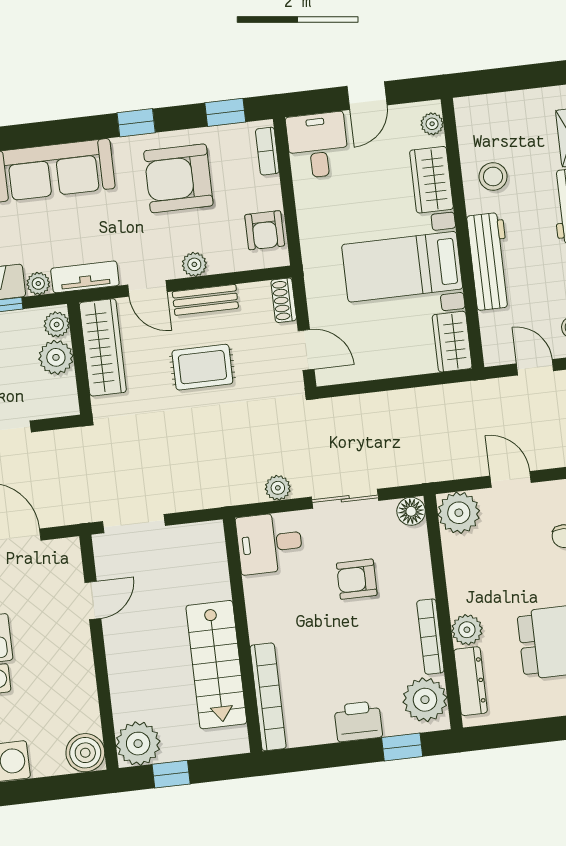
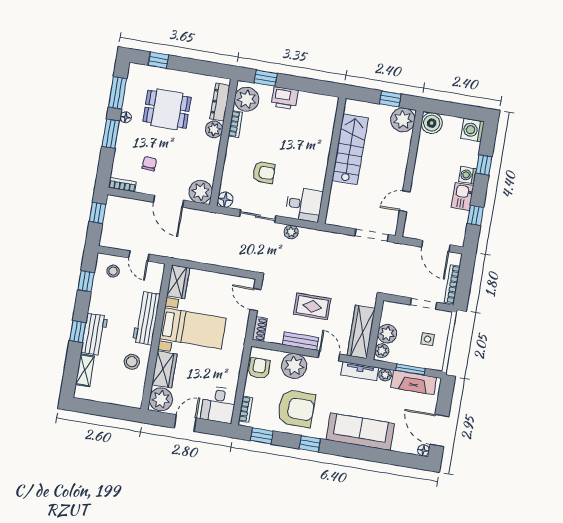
plant: (432, 124) -> (161, 399), width x1.88, depth x1.88
plant: (194, 264) -> (294, 366), width x1.88, depth x1.88
door: (511, 479) -> (169, 201), width x1.38
bookcase: (430, 637) -> (235, 124), width x0.64
bookcase: (268, 697) -> (328, 124), removed

